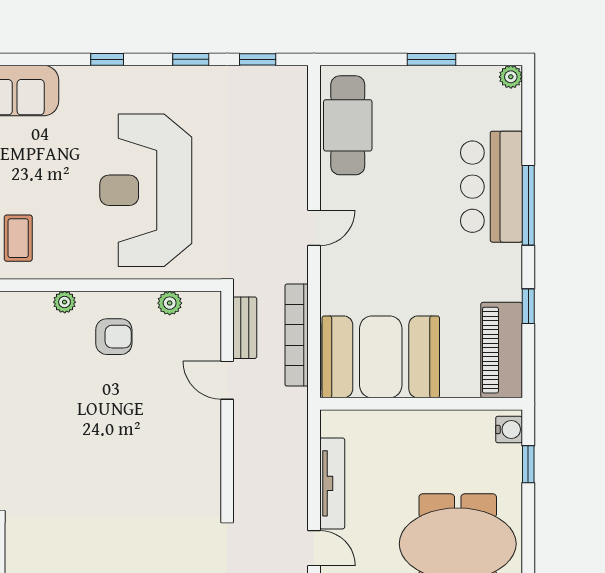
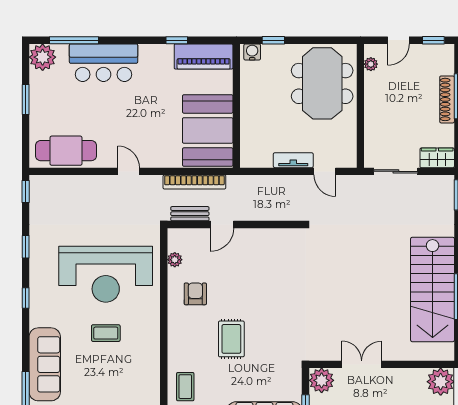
window: (258, 59) -> (26, 191), moved
plant: (511, 77) -> (43, 57), width x1.87, depth x1.87
window: (528, 205) -> (74, 40), moved
coffee table: (18, 238) -> (106, 333), moved
plant: (65, 302) -> (174, 324), removed
rug: (40, 395) -> (231, 339), added
tv unit: (332, 483) -> (293, 160), width x0.71
door: (314, 548) -> (325, 171), swing flipped

